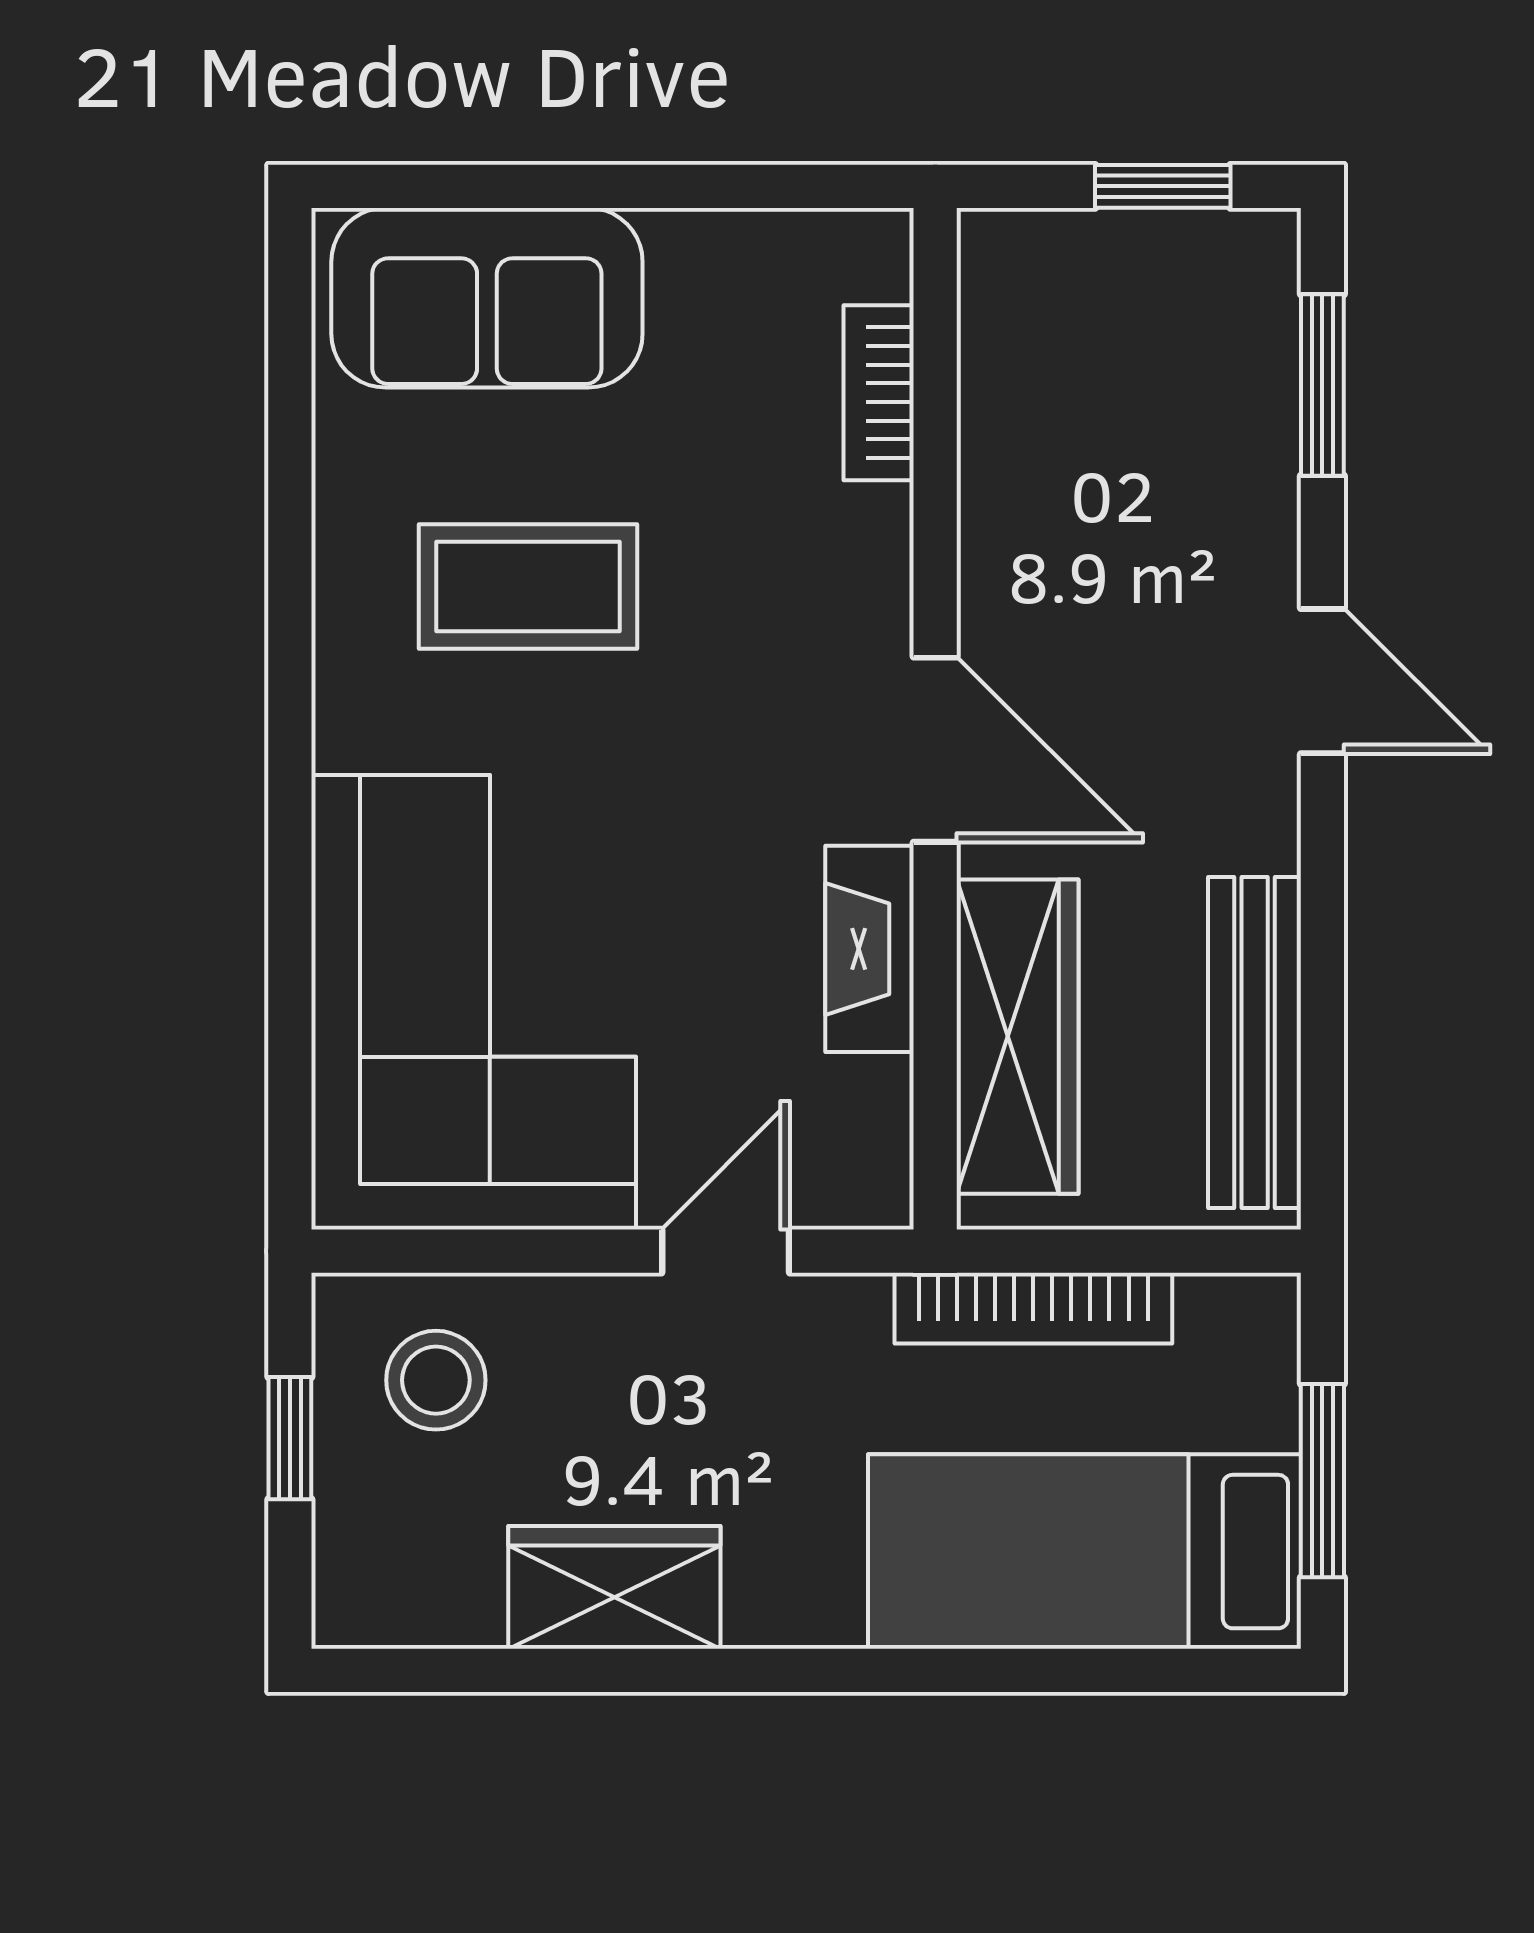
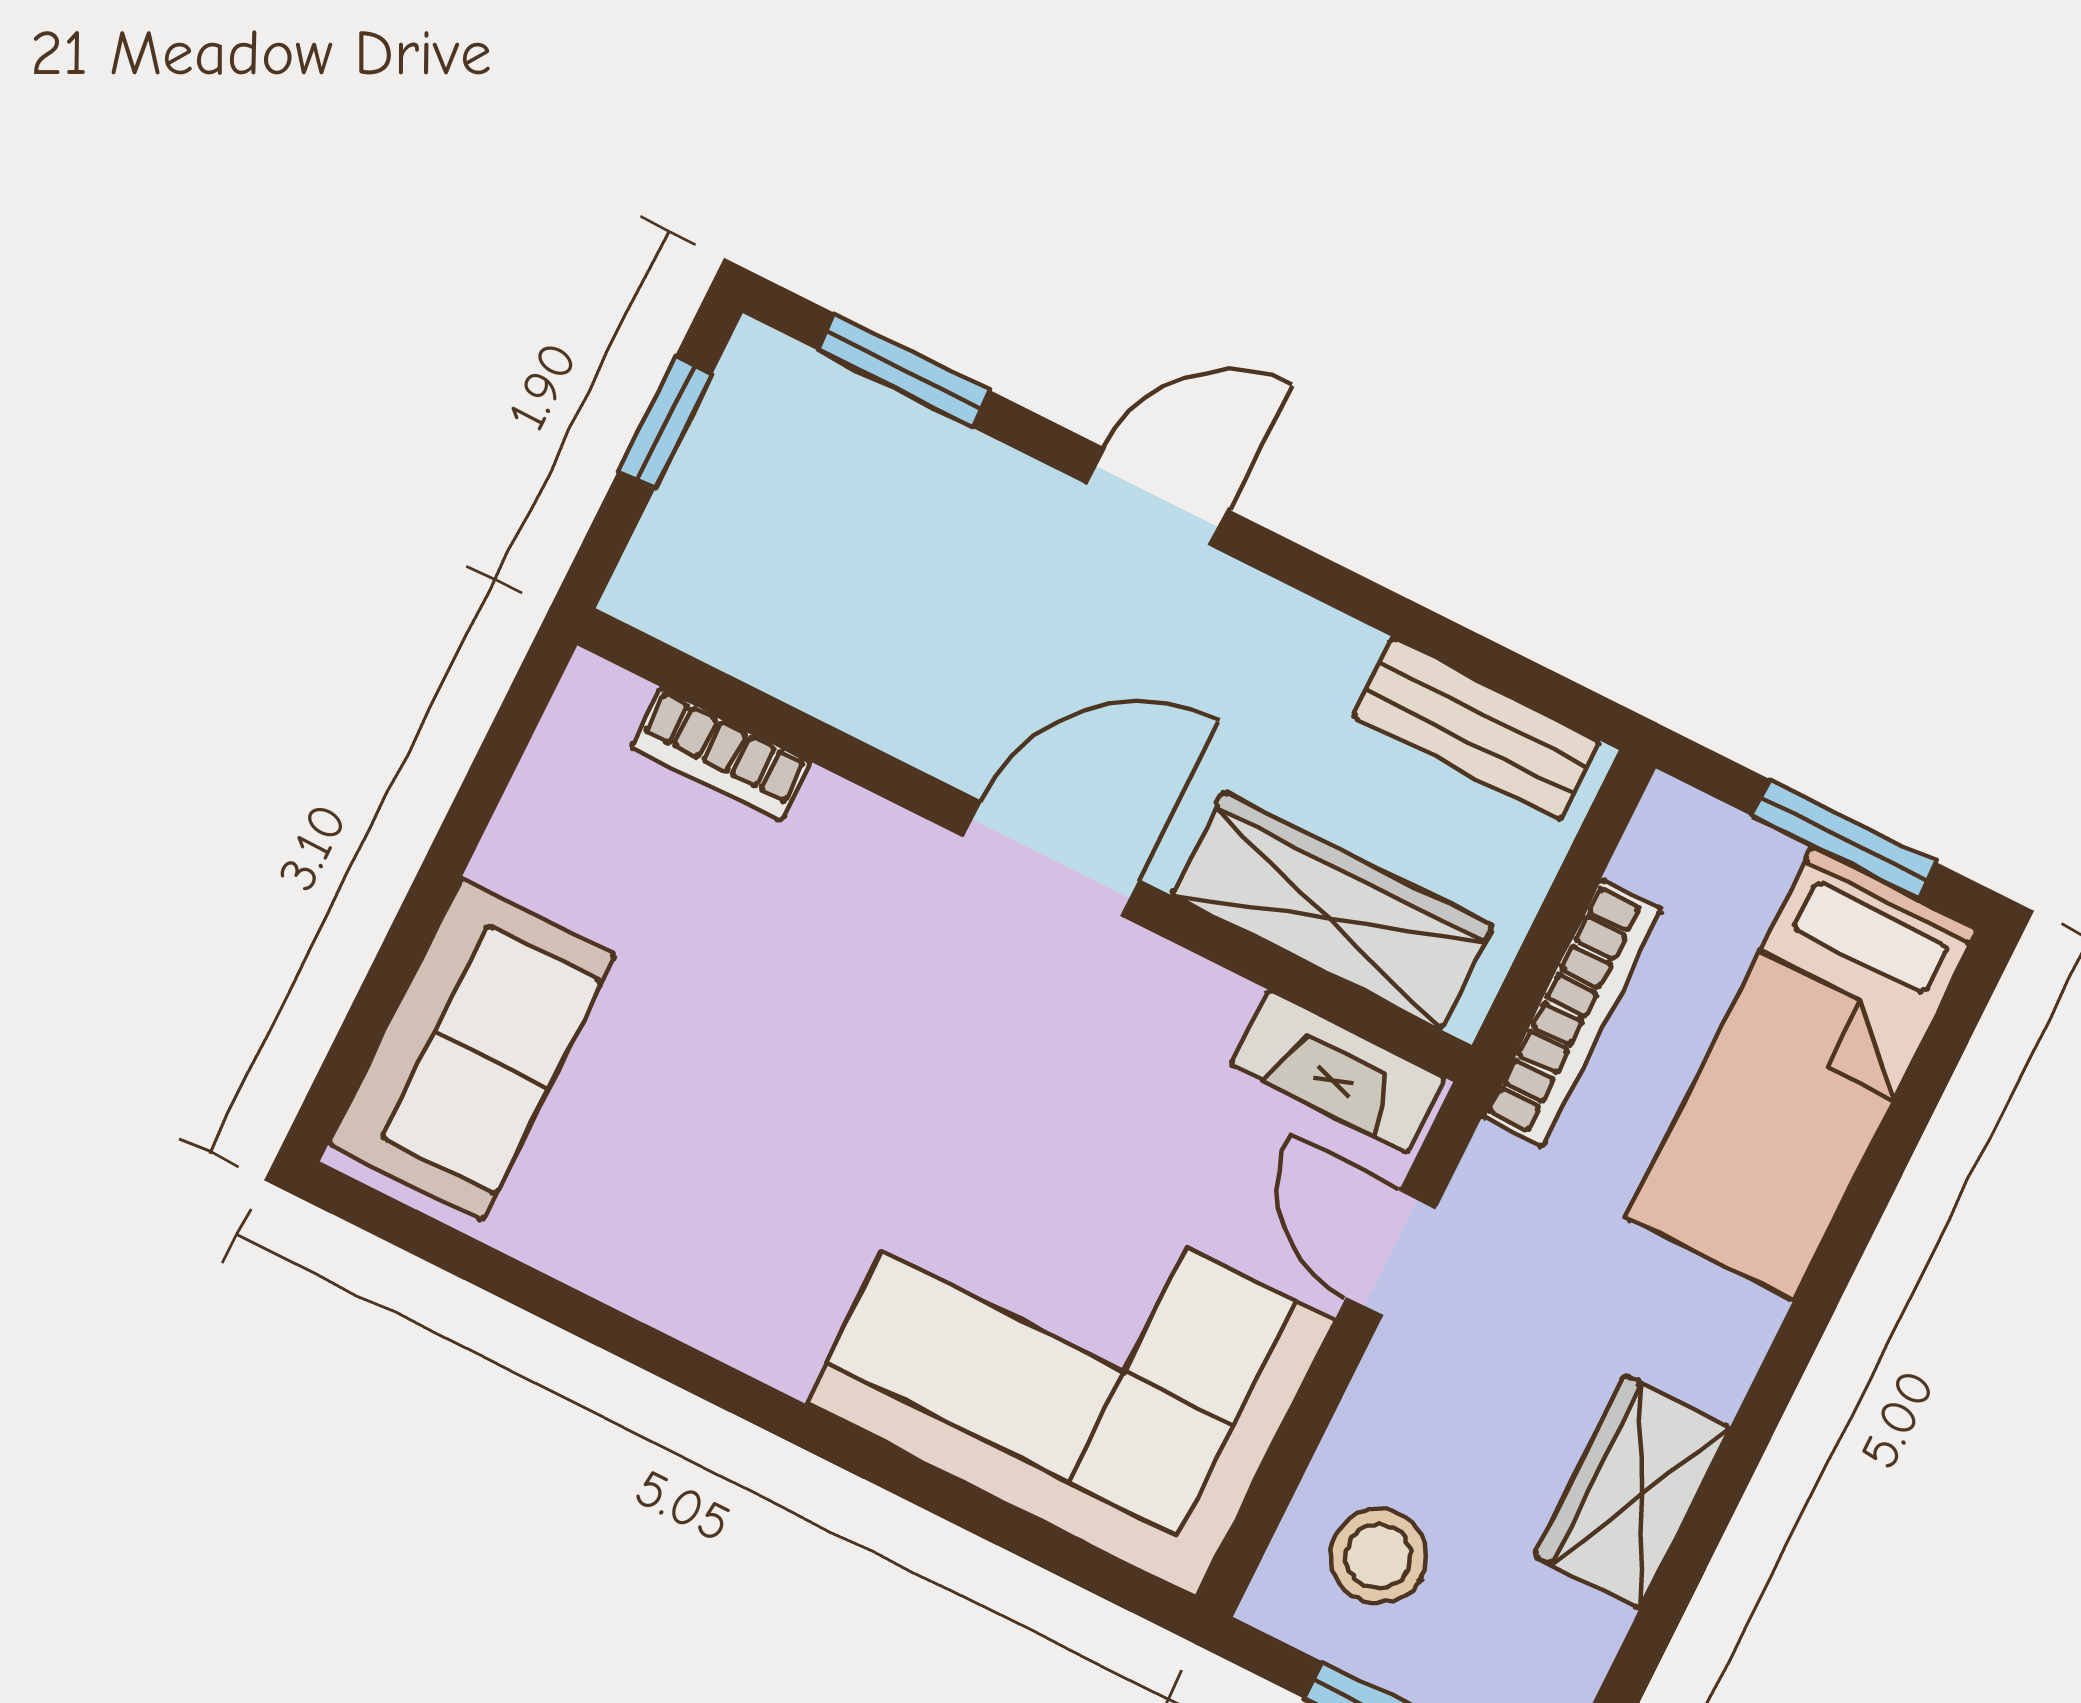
coffee table: (528, 587) -> (737, 1138), removed
fireplace: (870, 949) -> (1338, 1071), moved
bench: (1255, 1042) -> (1477, 729), width x0.73

